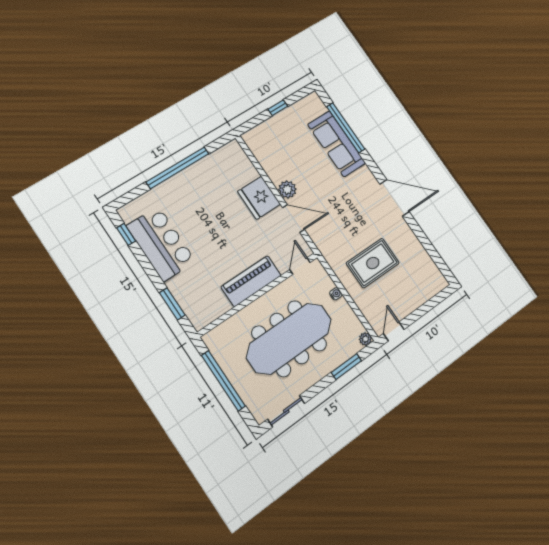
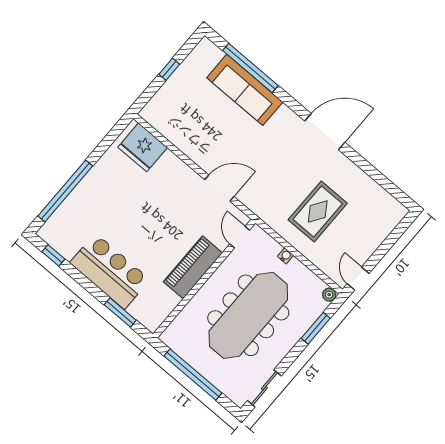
window: (178, 168) -> (65, 191), moved
plant: (287, 189) -> (204, 158), removed
fridge: (259, 198) -> (143, 147), moved
bar counter: (161, 244) -> (110, 271), moved

